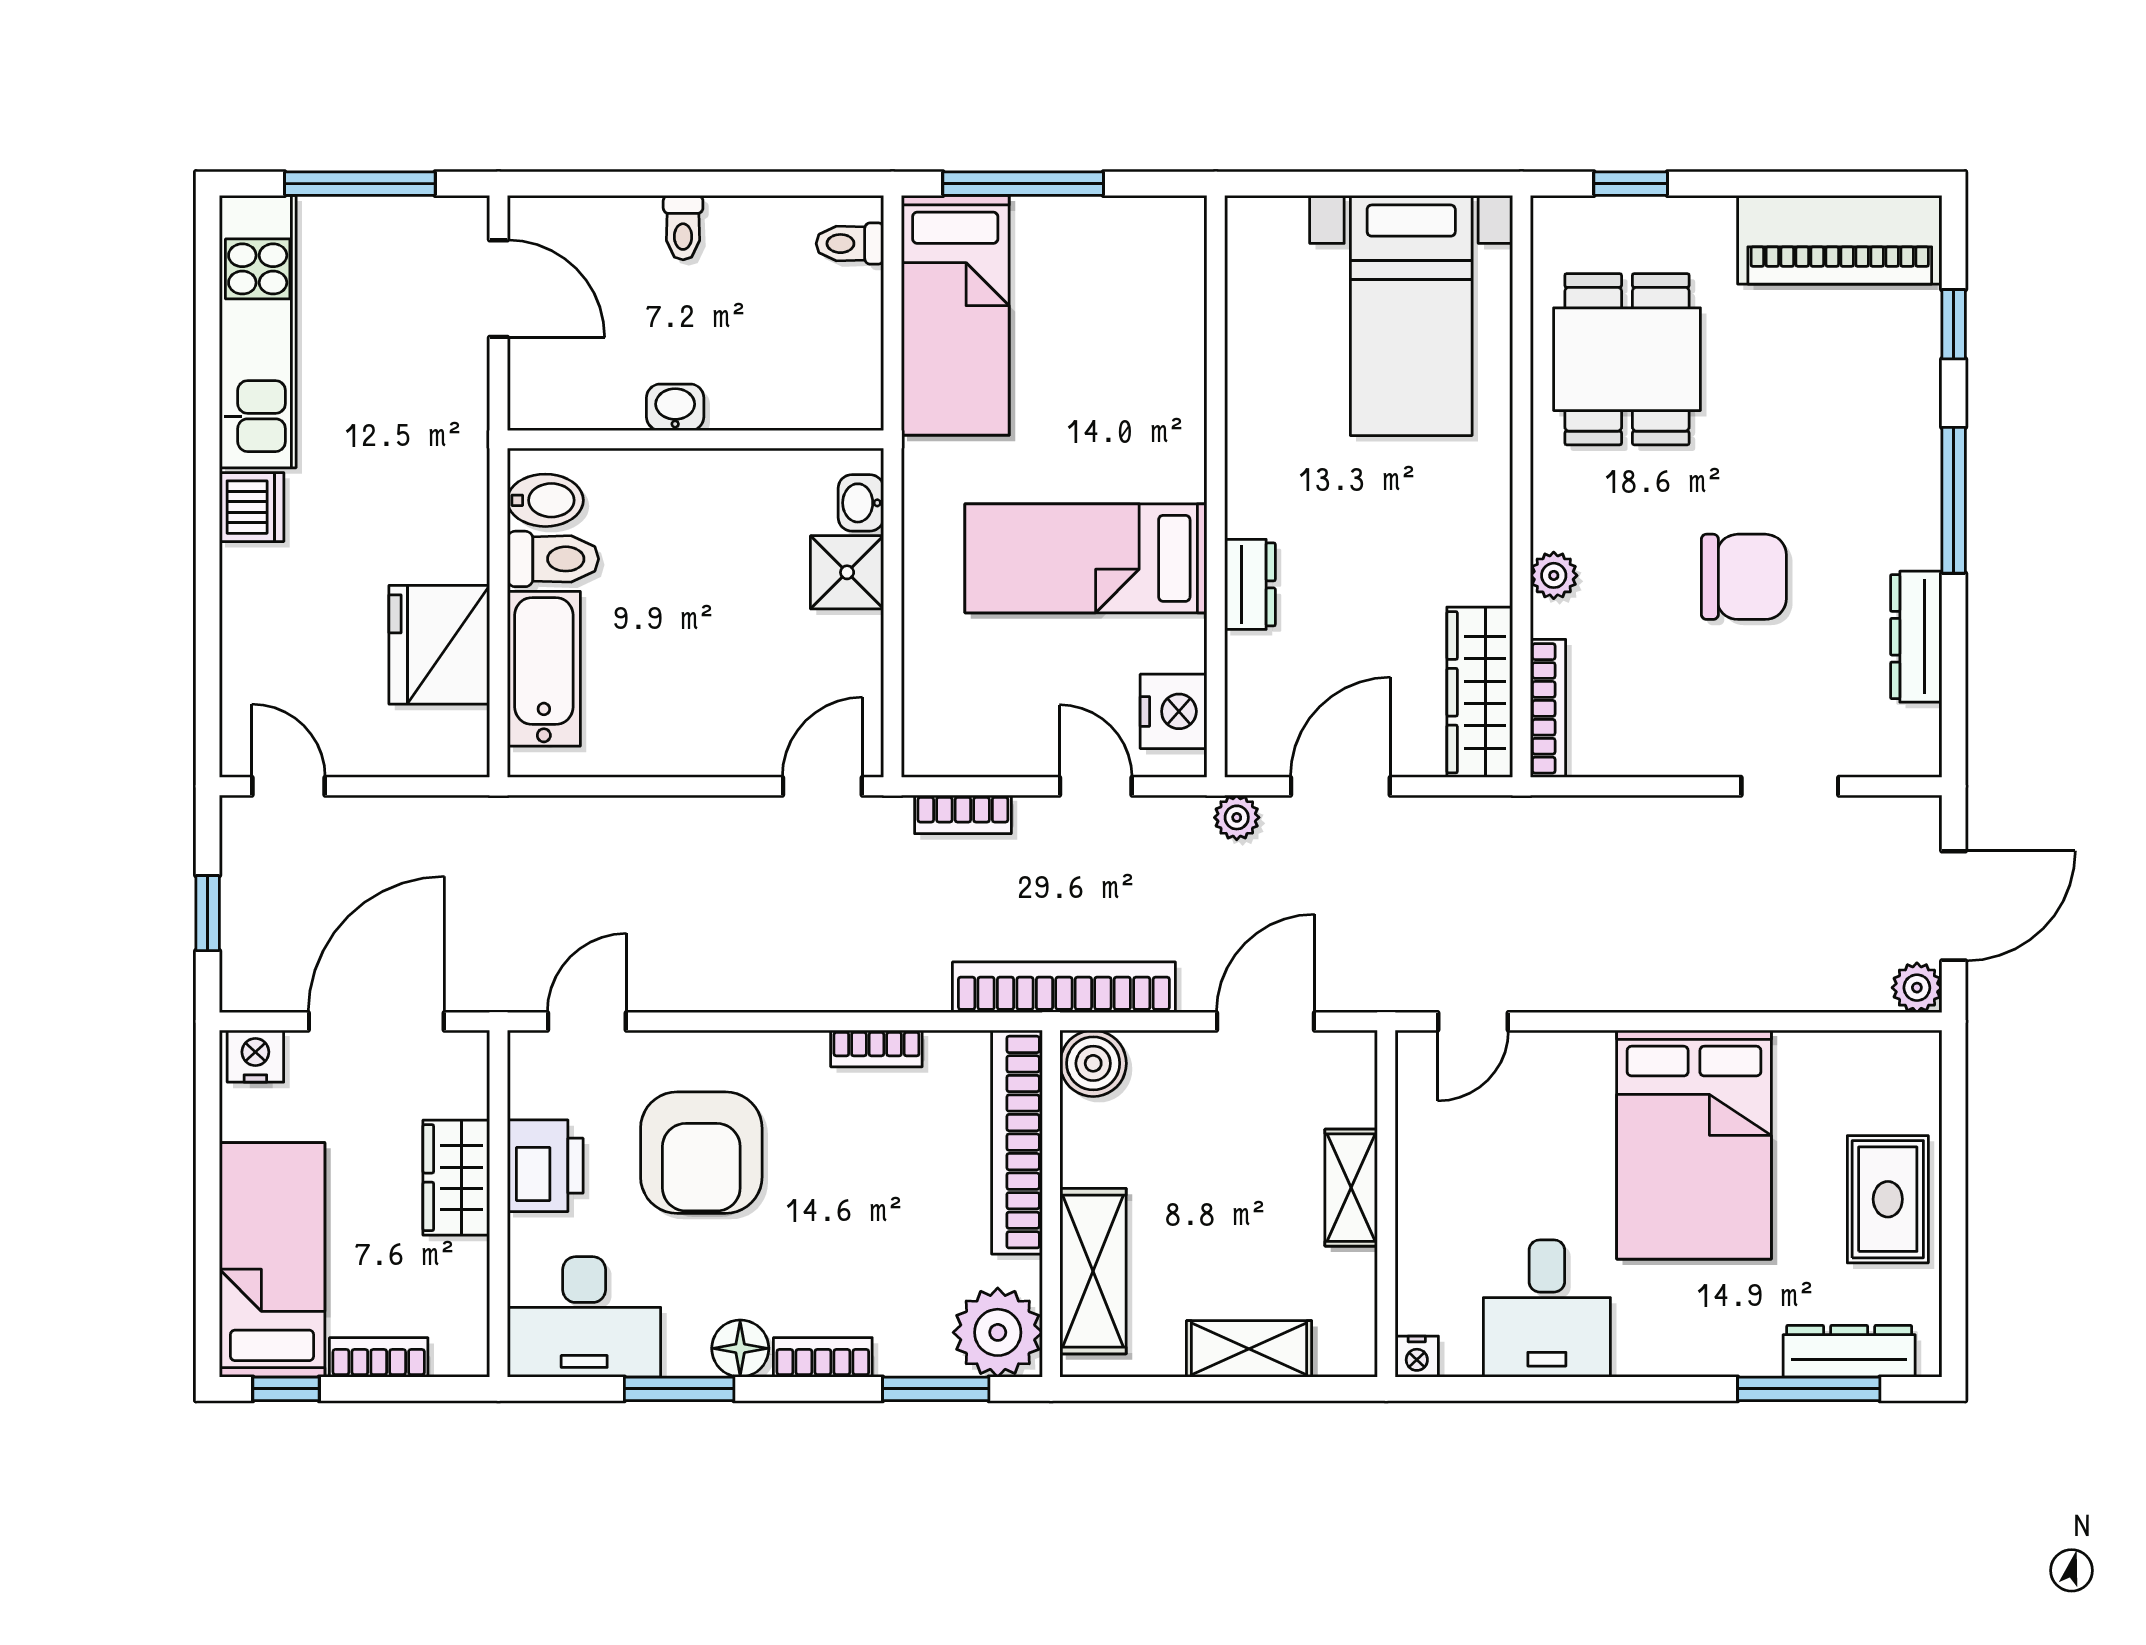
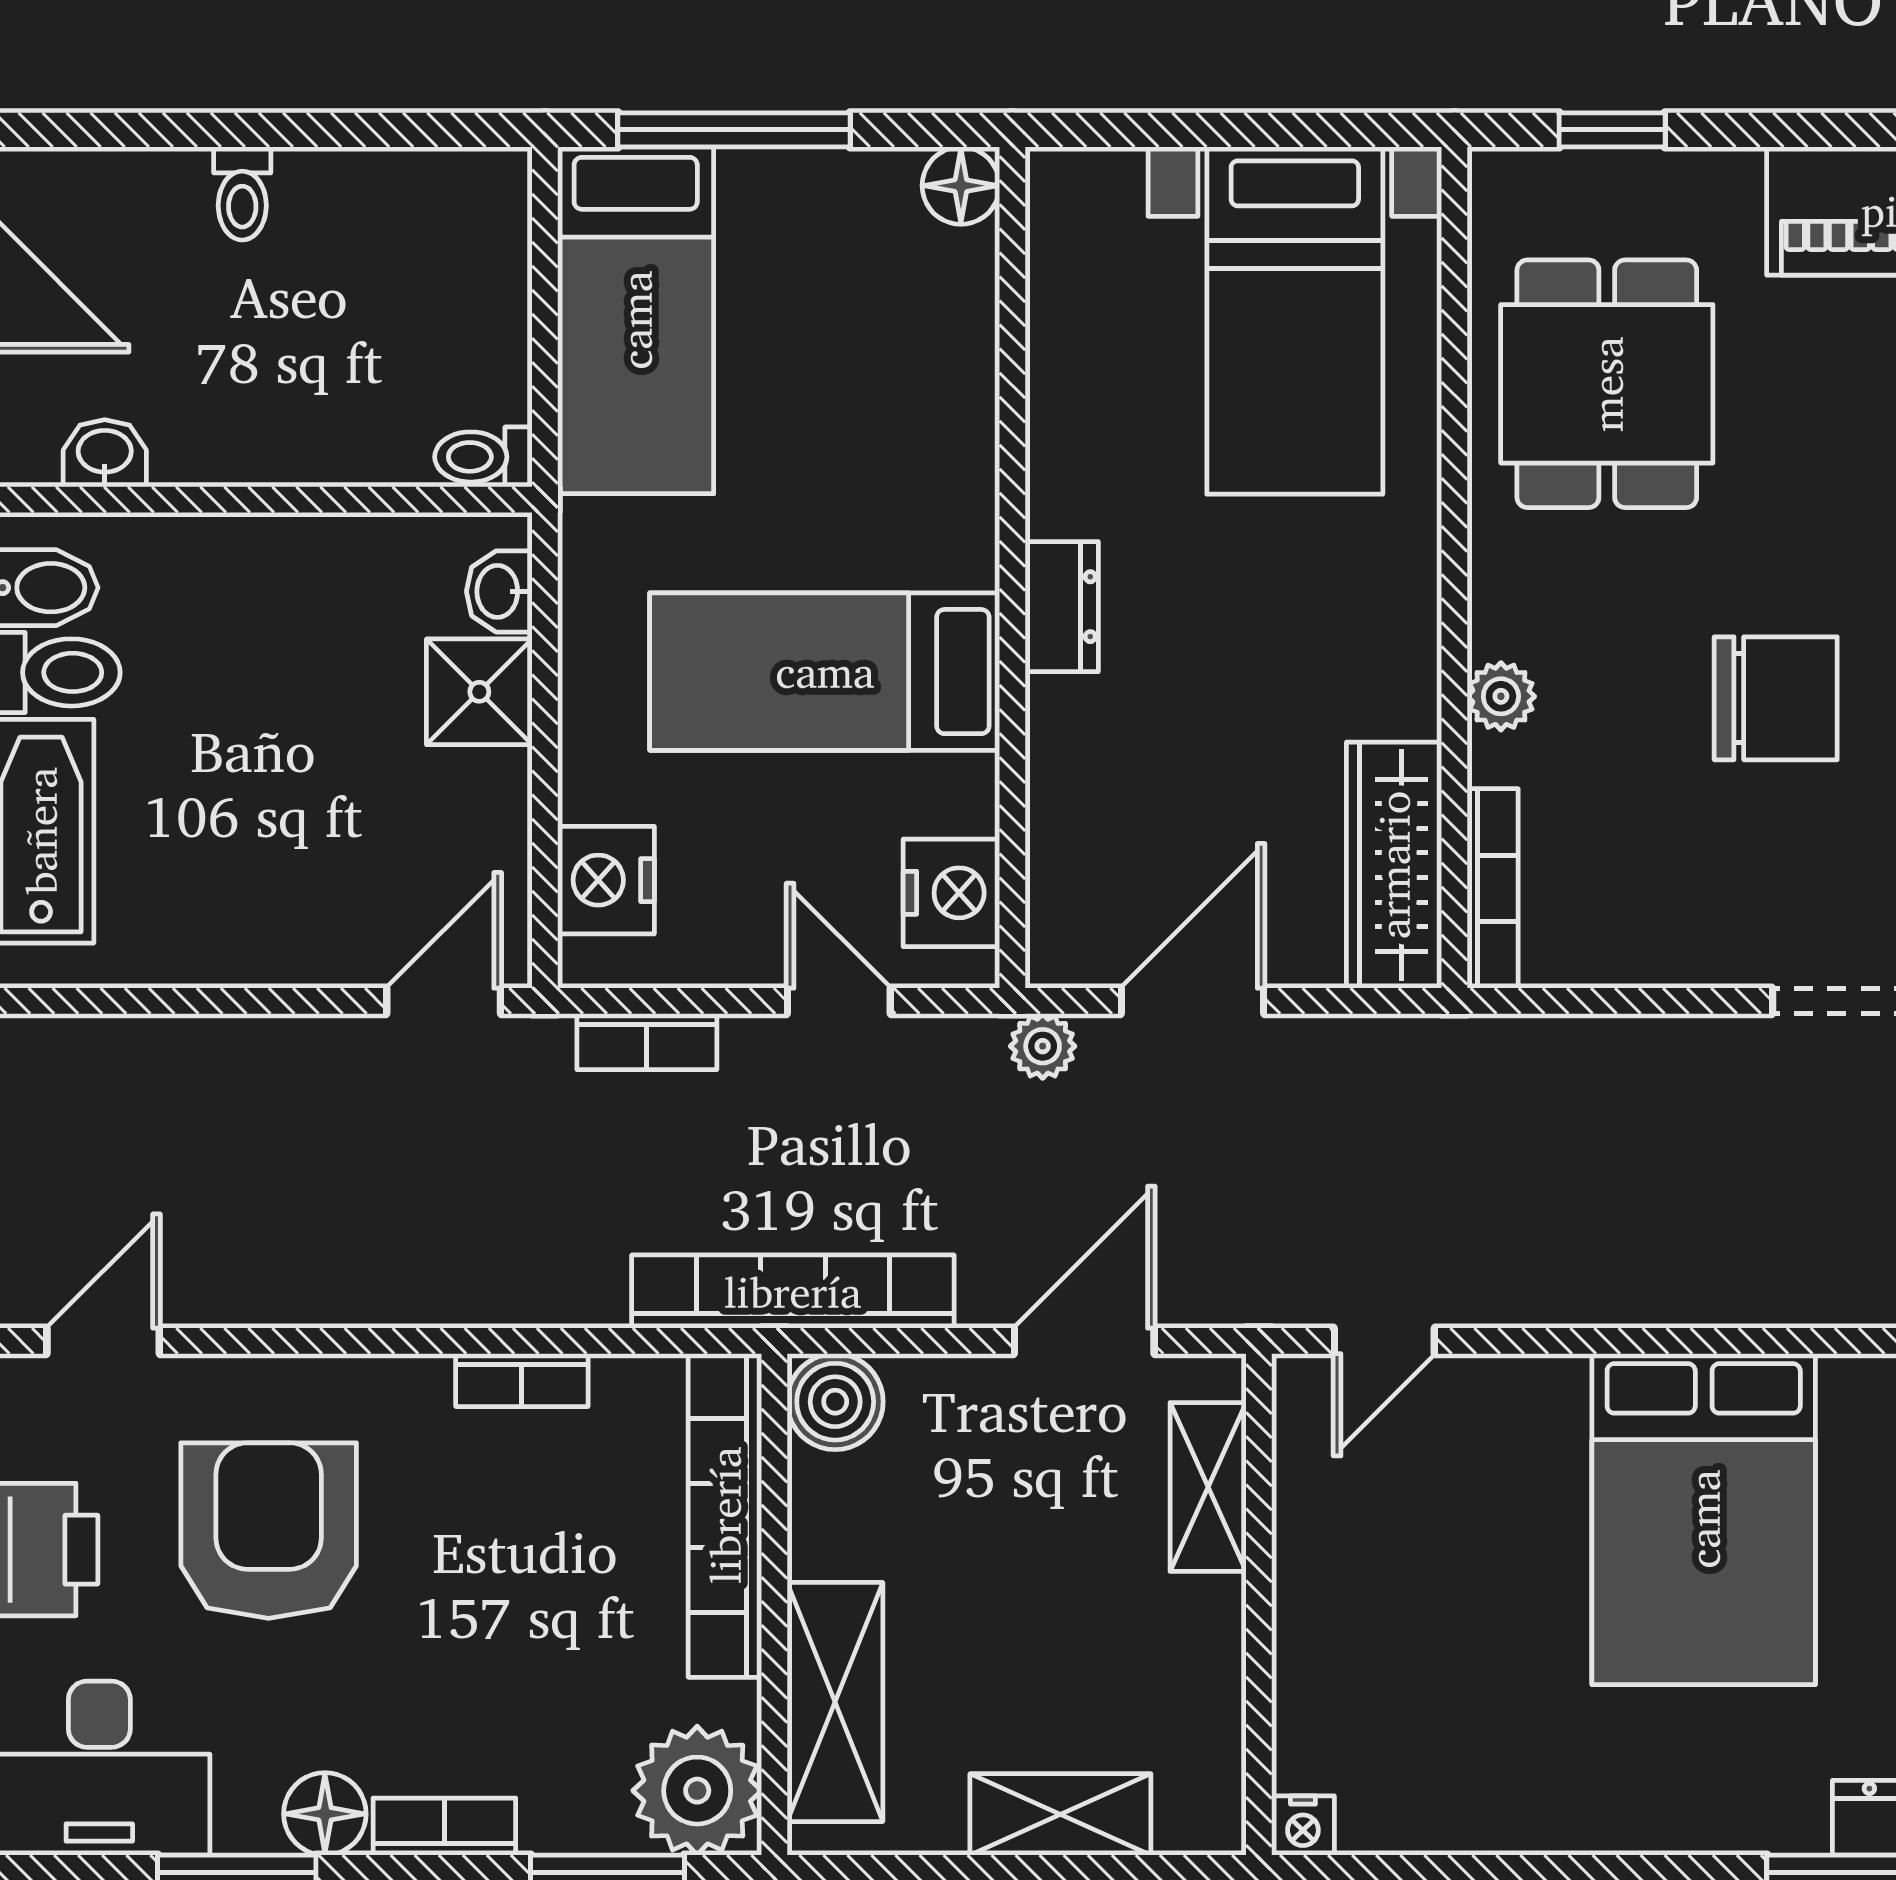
floor lamp: (1180, 222) -> (961, 186), added
toilet: (850, 244) -> (483, 457), moved
washbasin: (675, 407) -> (105, 453), moved
dresser: (1250, 584) -> (1062, 607), moved
nightstand: (935, 703) -> (606, 880), added
armchair: (701, 1153) -> (269, 1531), turned 180
shelving: (1351, 1188) -> (1208, 1487), moved
desk: (1547, 1308) -> (1491, 1756), removed

